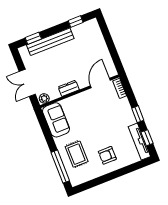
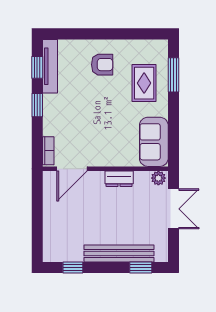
window: (60, 167) -> (174, 75), width x0.69

